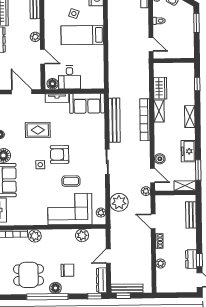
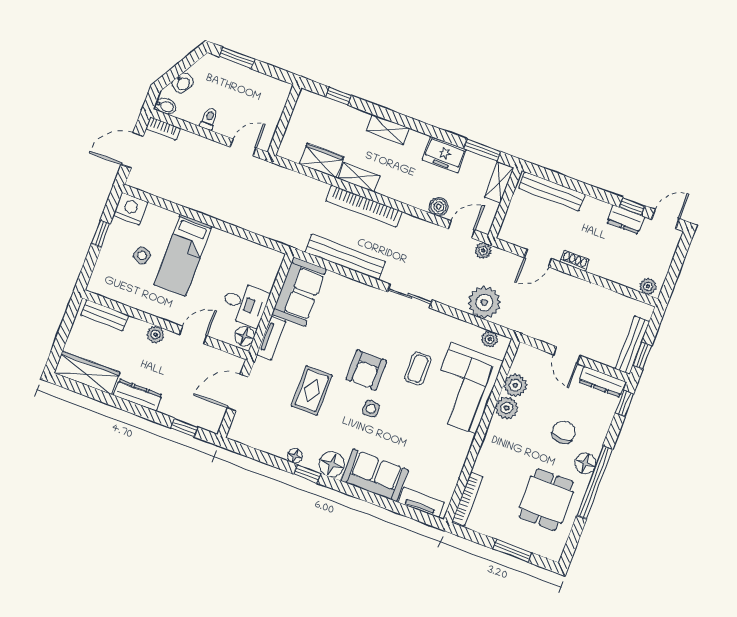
bench: (191, 215) -> (552, 191), width x1.36
plant: (35, 236) -> (507, 408), moved
plant: (161, 263) -> (648, 286), moved

